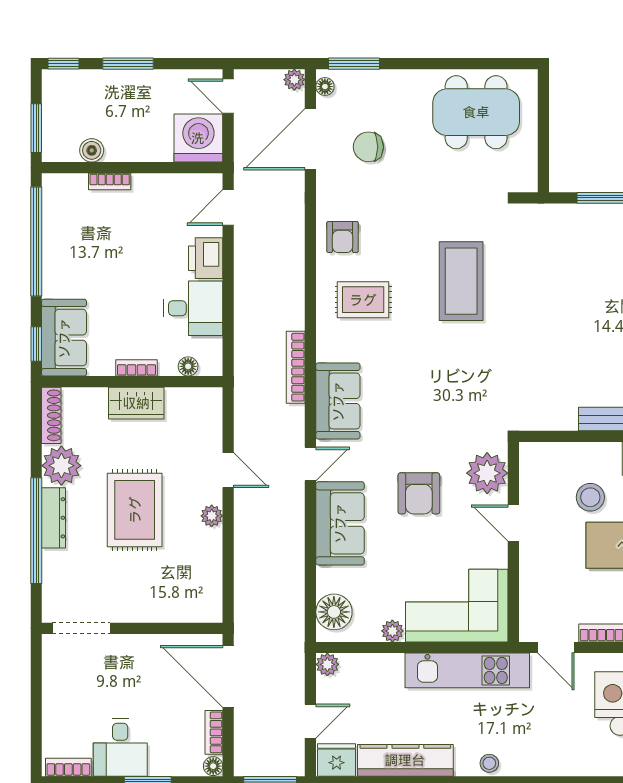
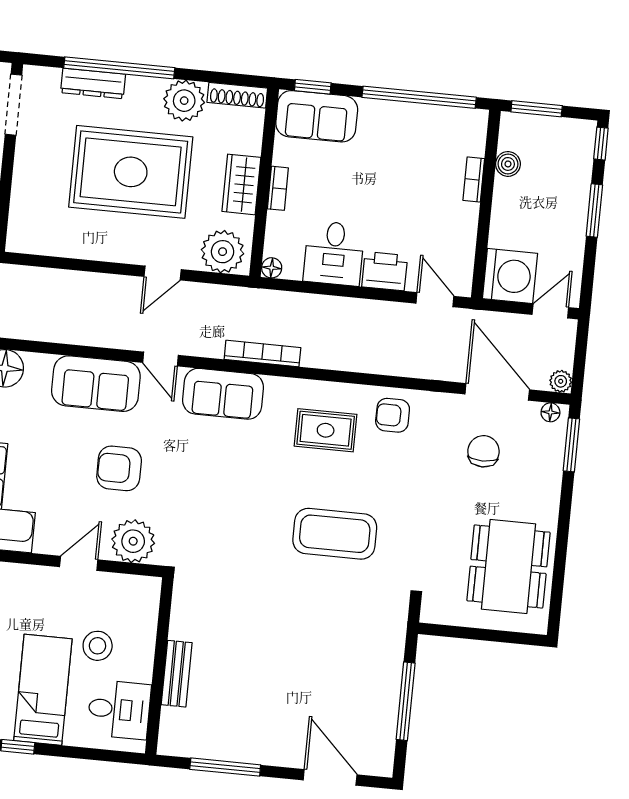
rug: (363, 300) -> (326, 430), turned 90
floor lamp: (188, 366) -> (272, 268), moved
rug: (135, 510) -> (131, 172), width x1.37, depth x1.44
plant: (212, 516) -> (223, 252), moved, width x1.88, depth x1.88
dresser: (54, 518) -> (93, 83), moved

